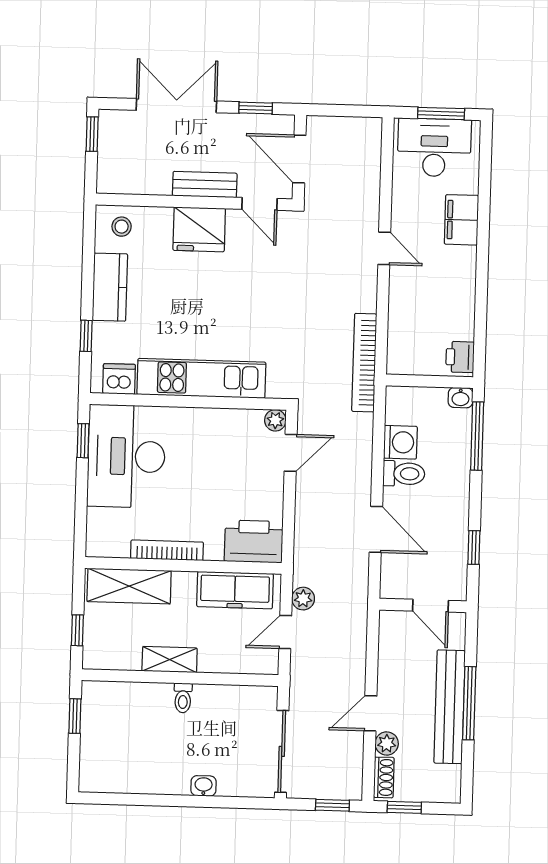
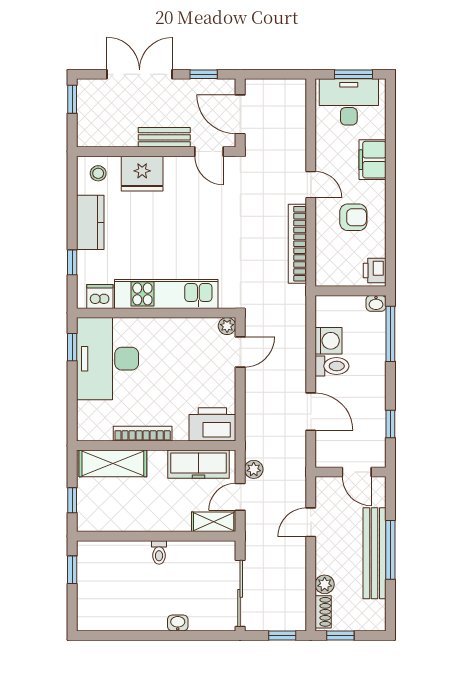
fridge: (199, 229) -> (142, 174), moved
armchair: (436, 290) -> (353, 217), added
bookcase: (364, 363) -> (297, 244), moved
shelving: (170, 660) -> (214, 522), moved
door: (370, 713) -> (311, 522), moved

